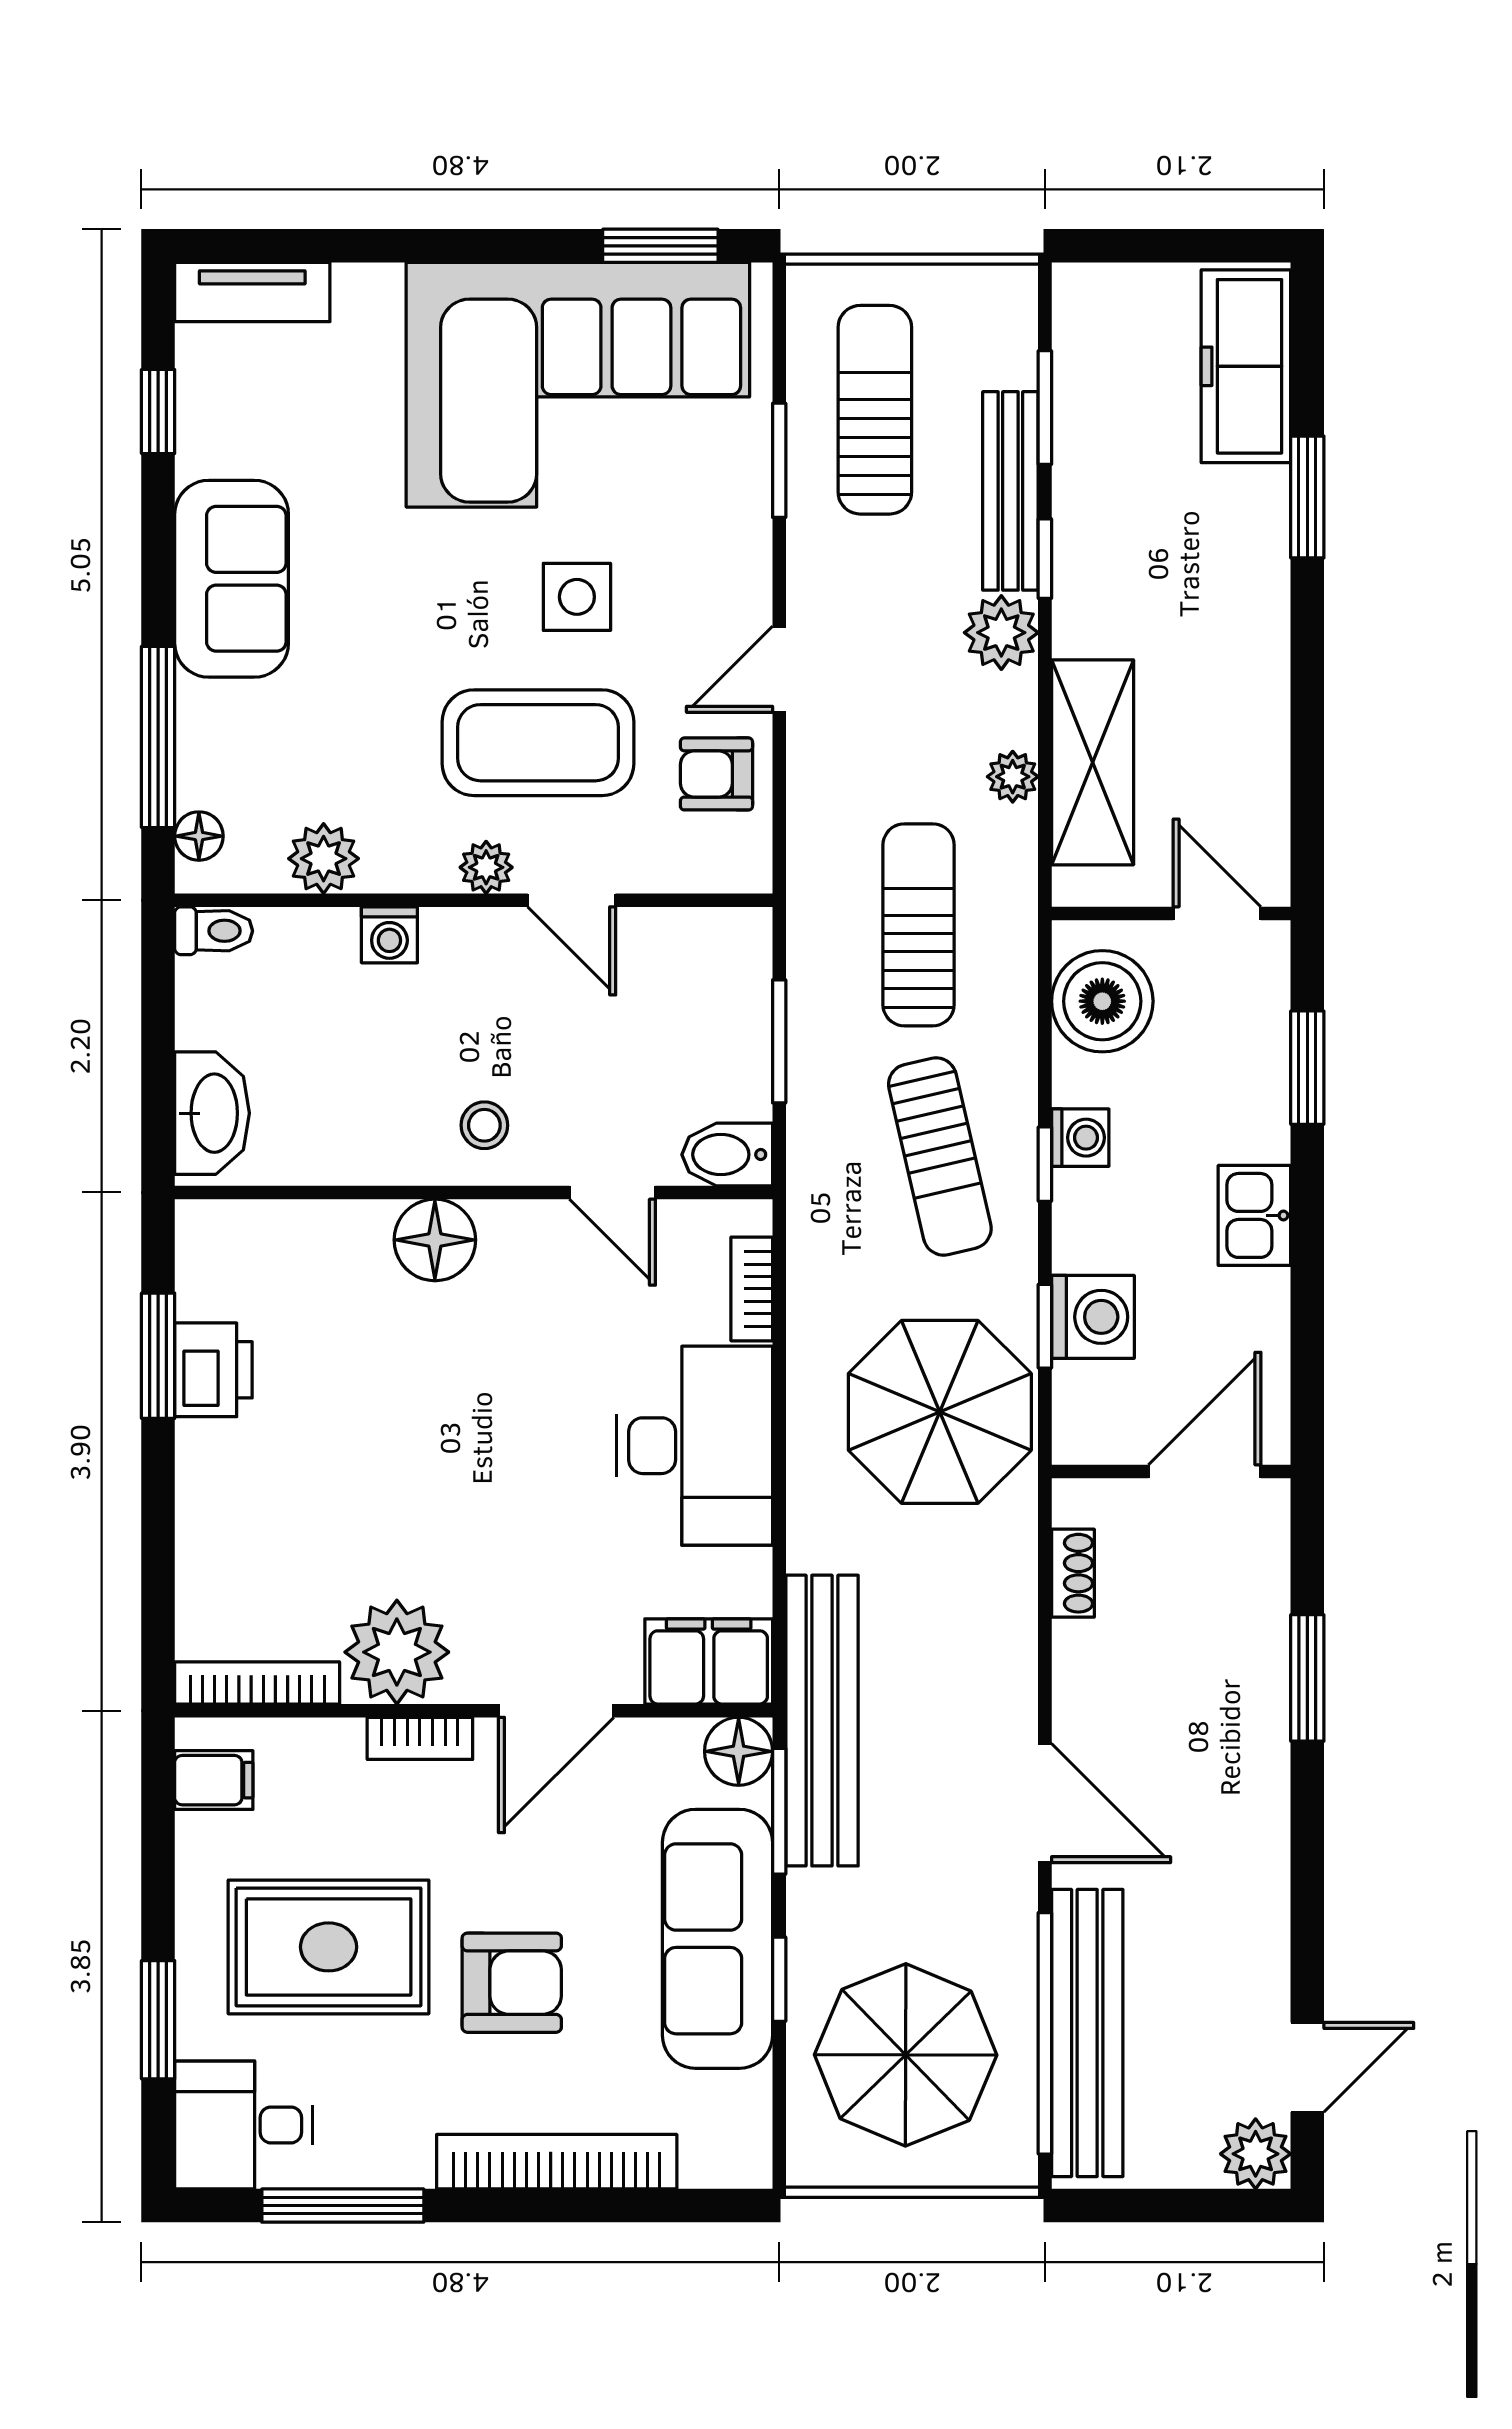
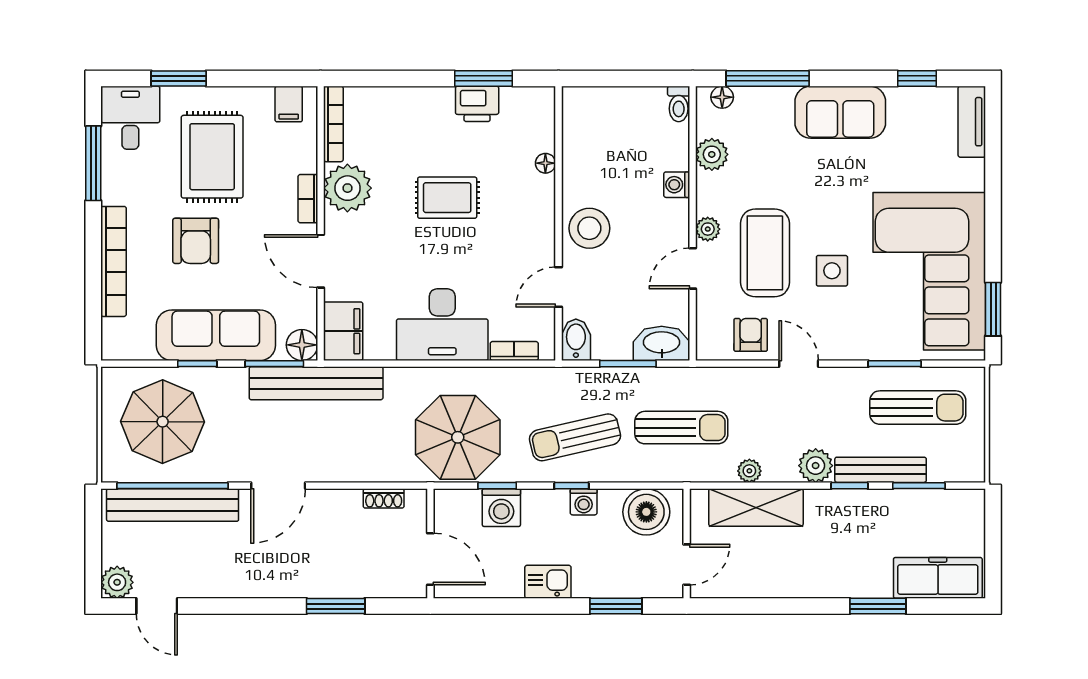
washbasin: (212, 1113) -> (662, 343), moved, turned 180
stool: (484, 1125) -> (589, 228), width x1.89, depth x1.89
floor lamp: (435, 1240) -> (545, 163), moved, width x0.53, depth x0.53
rug: (418, 1435) -> (447, 198), added

